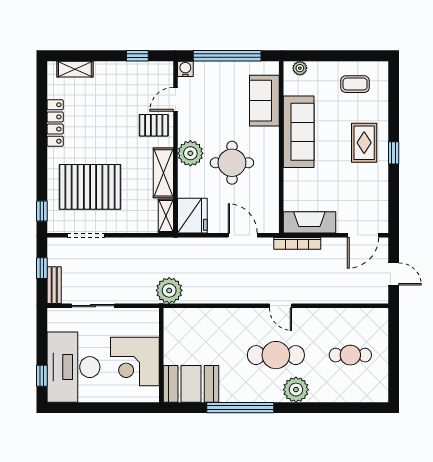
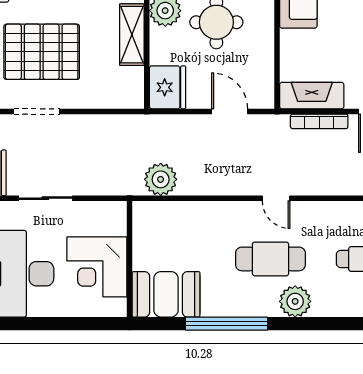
shelving: (166, 216) -> (135, 88), removed
bookcase: (297, 243) -> (319, 121), moved
plant: (169, 290) -> (161, 179), moved

